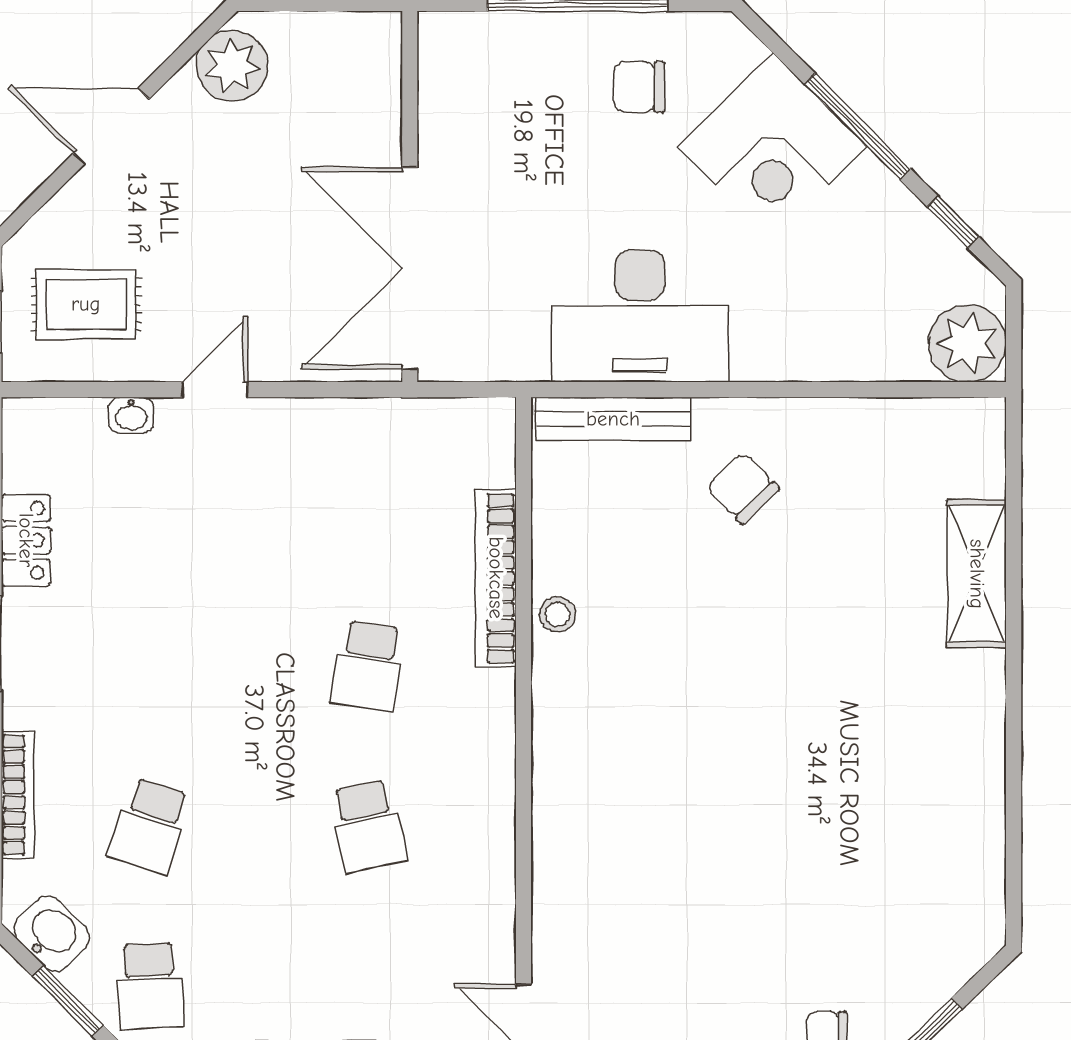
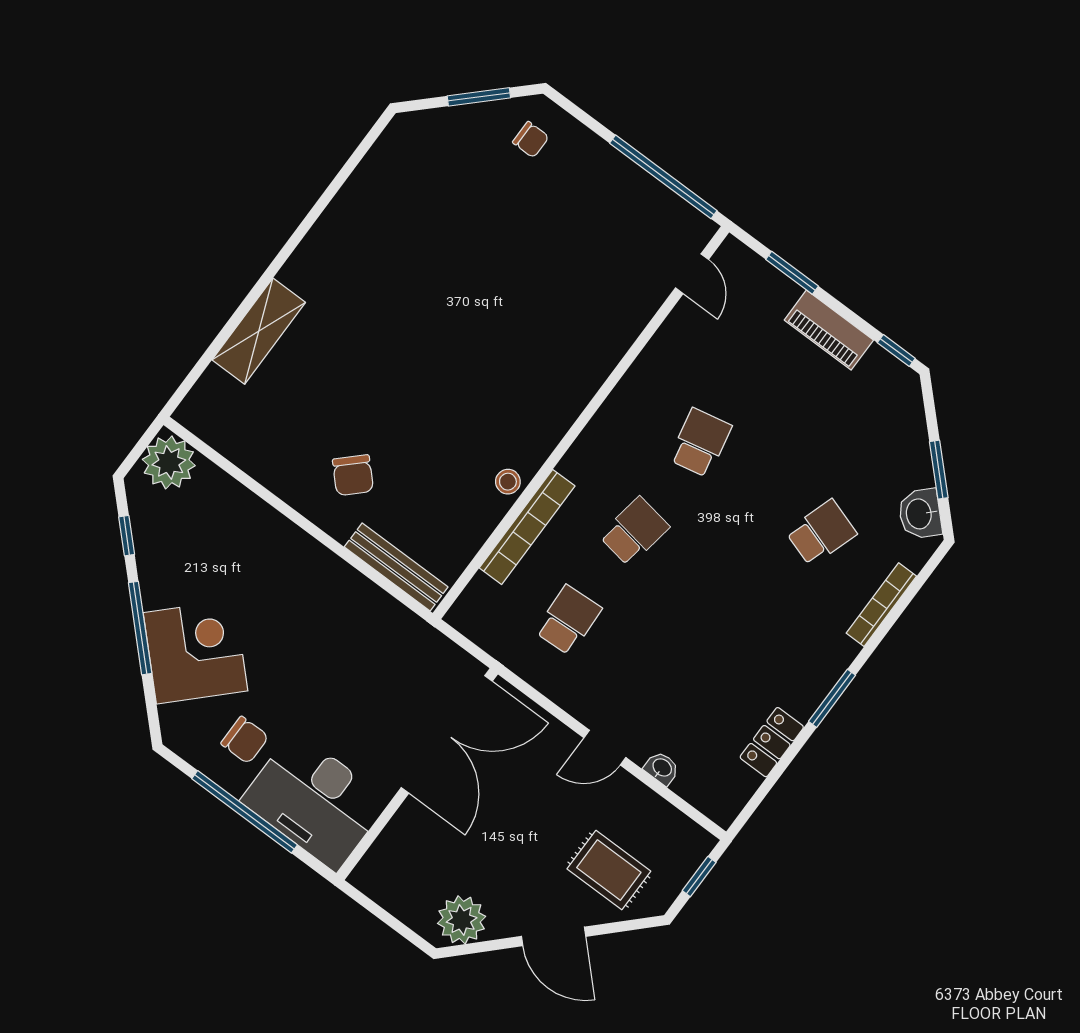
rug: (86, 304) -> (609, 870), moved
desk: (640, 316) -> (315, 801), moved, turned 180
school desk: (150, 986) -> (568, 620), moved

